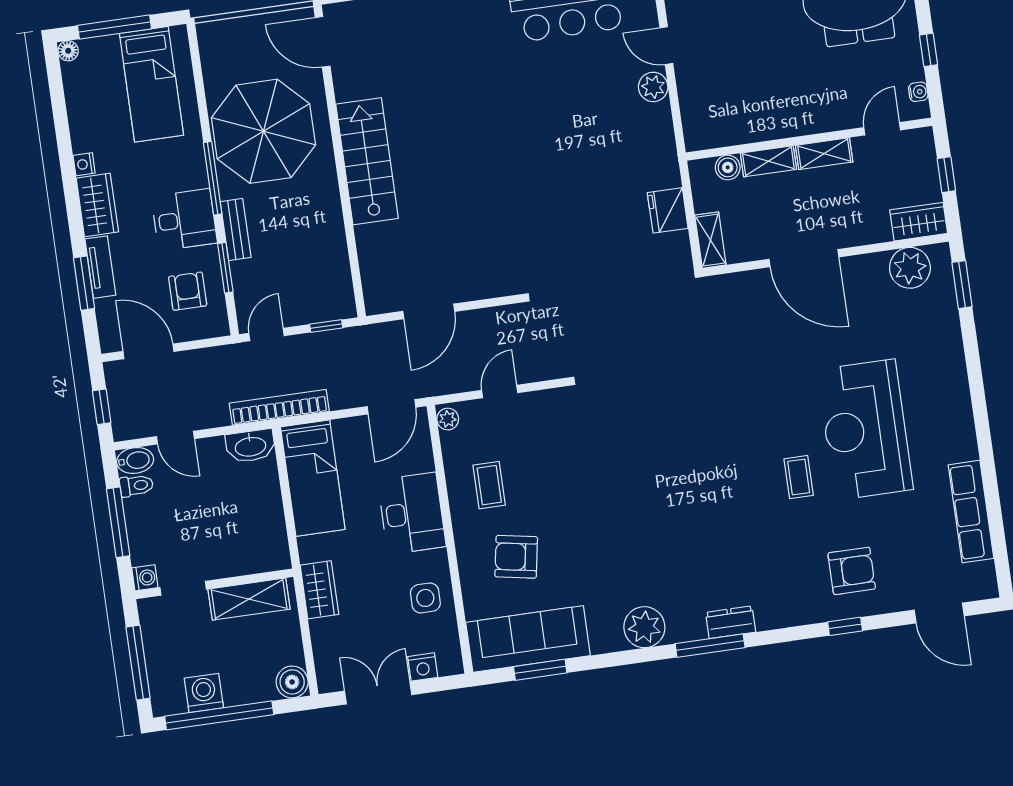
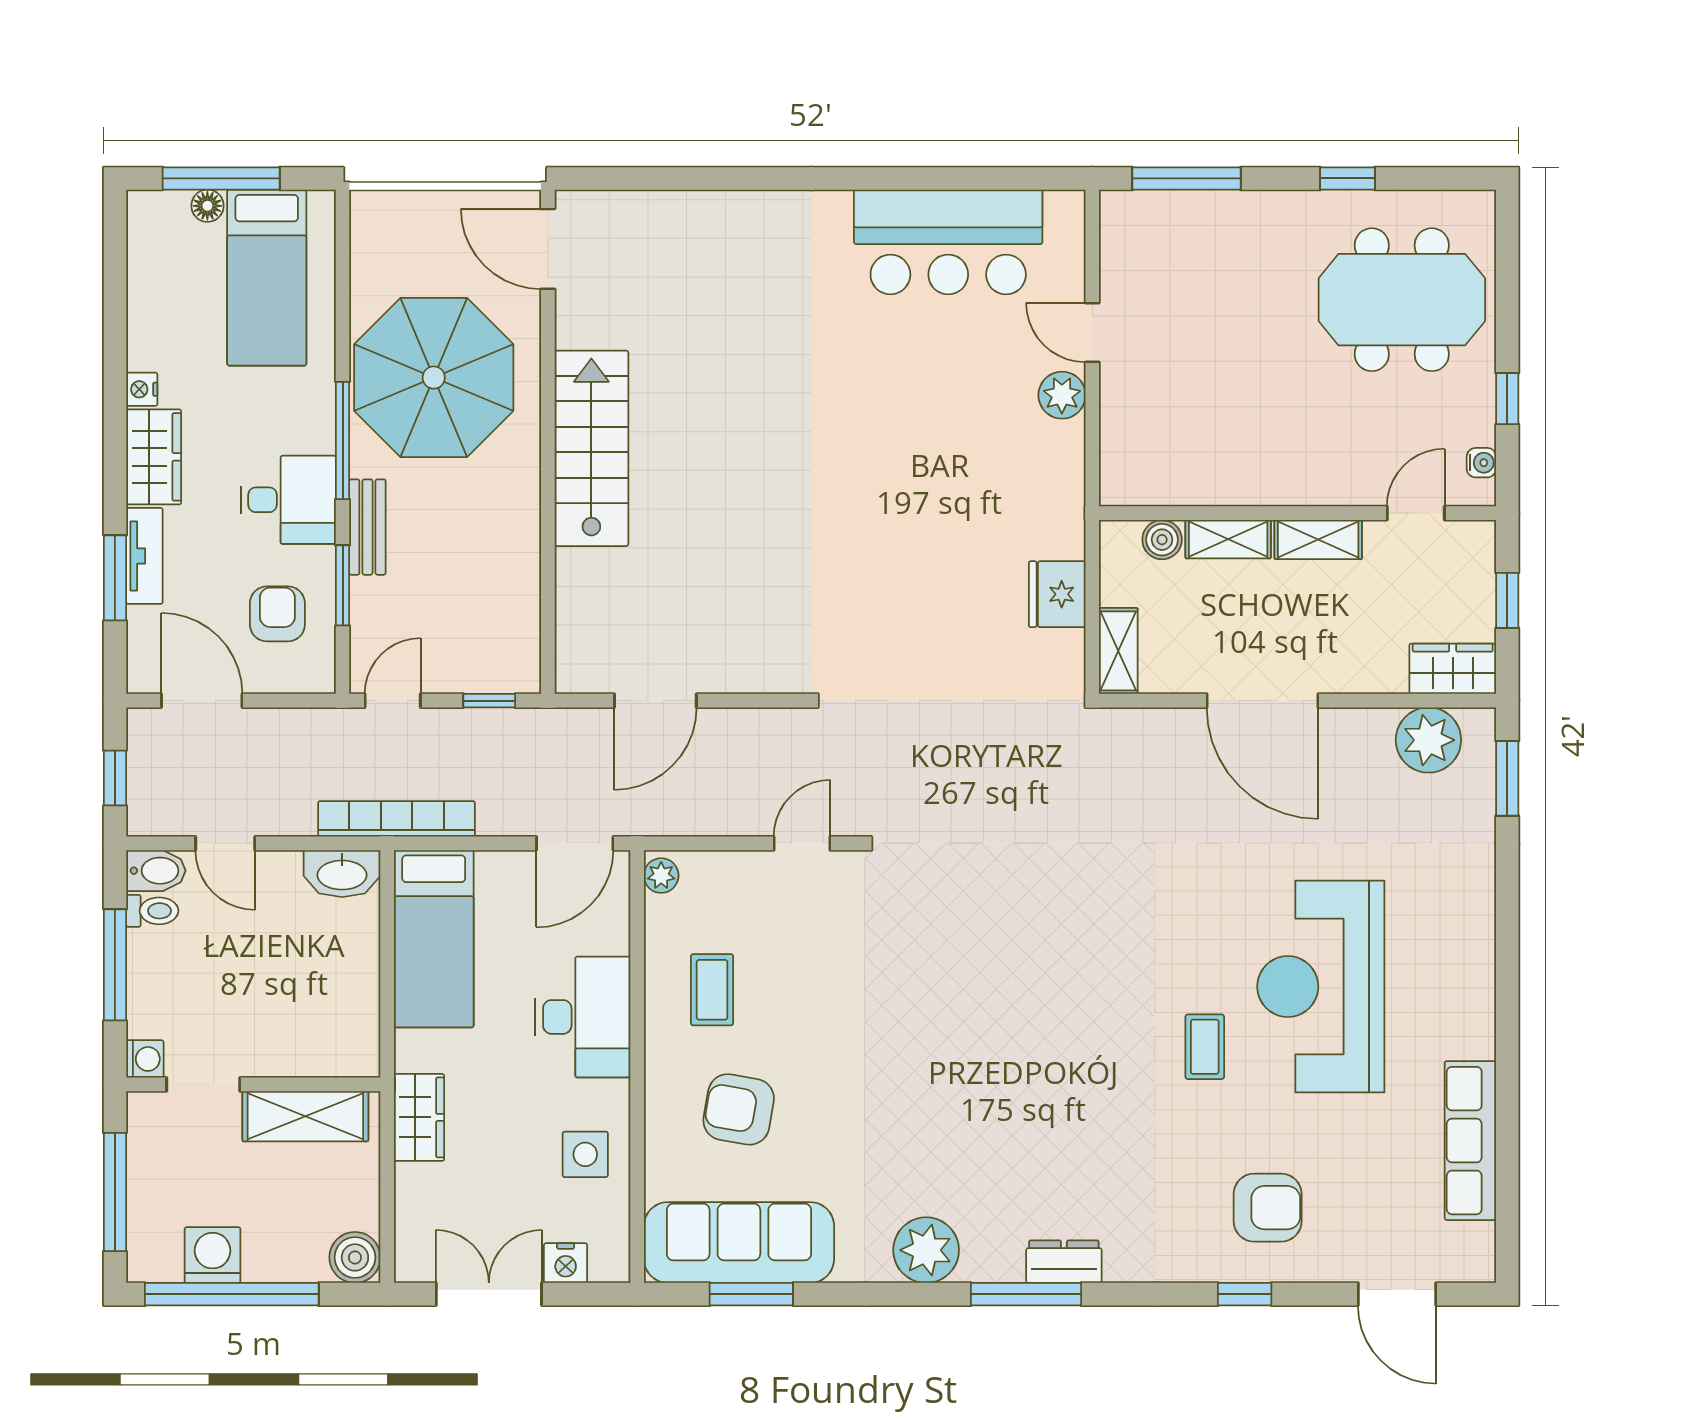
floor lamp: (68, 51) -> (207, 206), moved
door: (500, 391) -> (802, 843), moved

